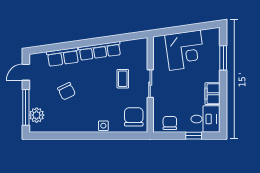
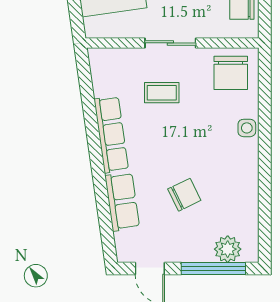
chair: (134, 117) -> (231, 73), turned -90

